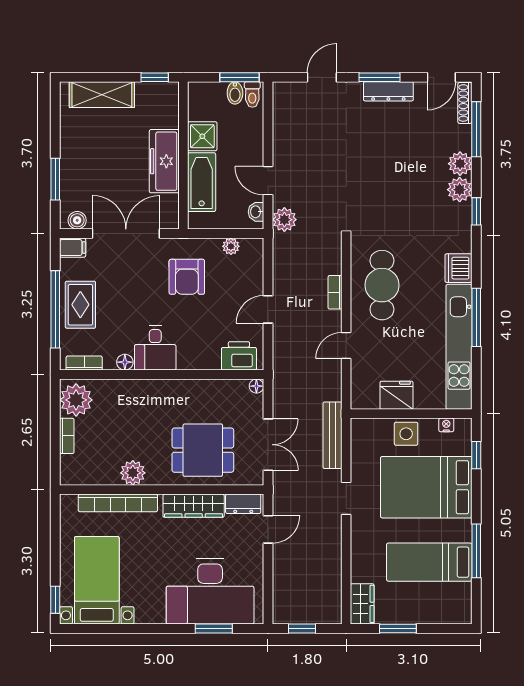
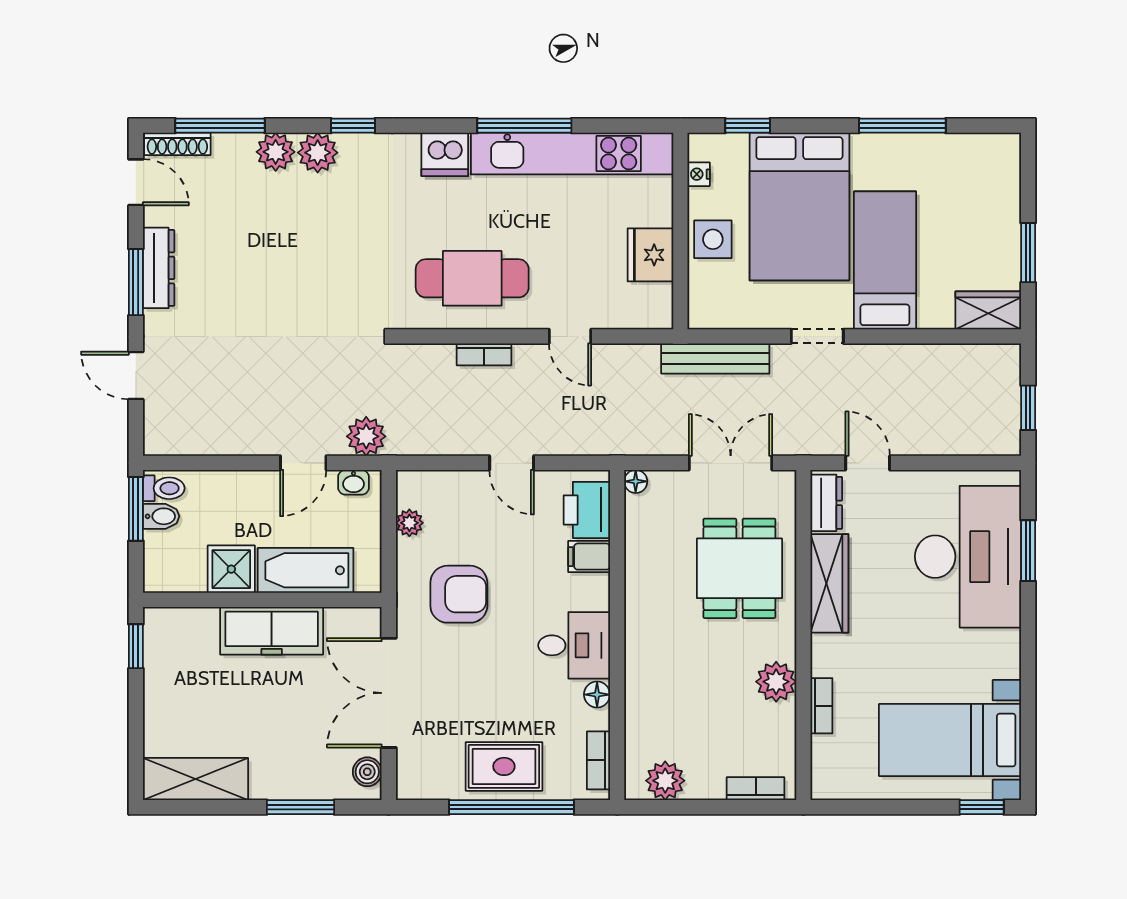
shelving: (102, 95) -> (195, 779), moved, turned 90
filing cabinet: (73, 248) -> (589, 557), moved, turned -90
plant: (76, 400) -> (665, 781), width x0.73, depth x0.73
bookcase: (67, 436) -> (756, 789), moved
bookcase: (118, 503) -> (821, 706), width x0.43, depth x0.76
bed: (429, 562) -> (885, 260), moved, turned 180

